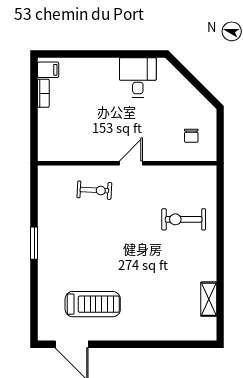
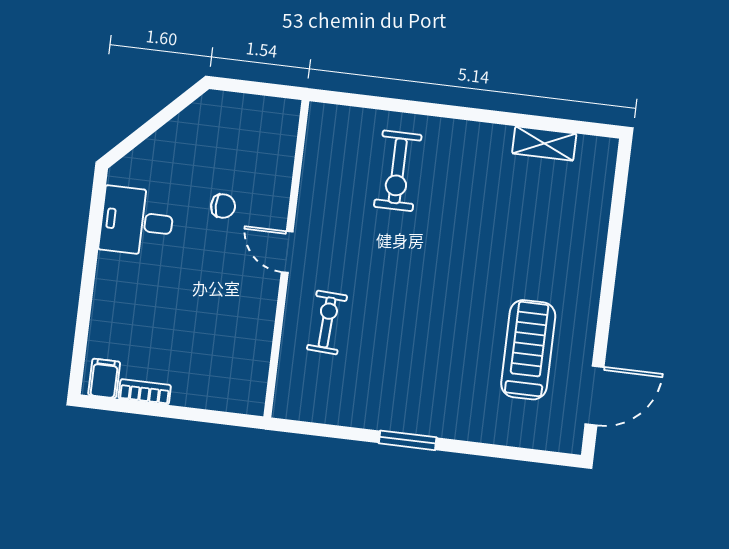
chair: (191, 136) -> (223, 206), moved

